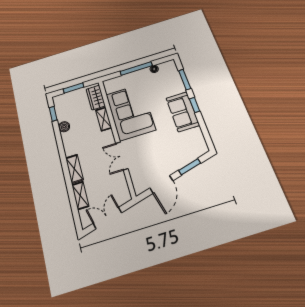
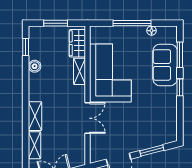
sofa: (183, 112) -> (165, 65), moved
double door: (122, 156) -> (88, 118), swing flipped

